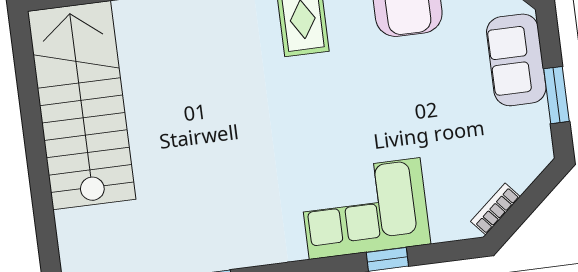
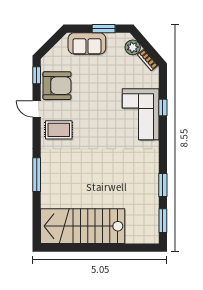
plant: (521, 169) -> (133, 47), added

